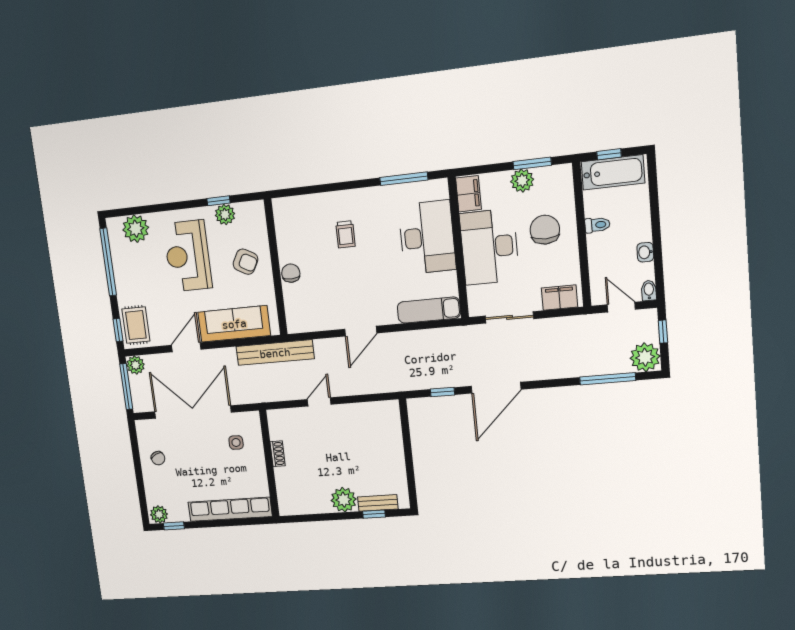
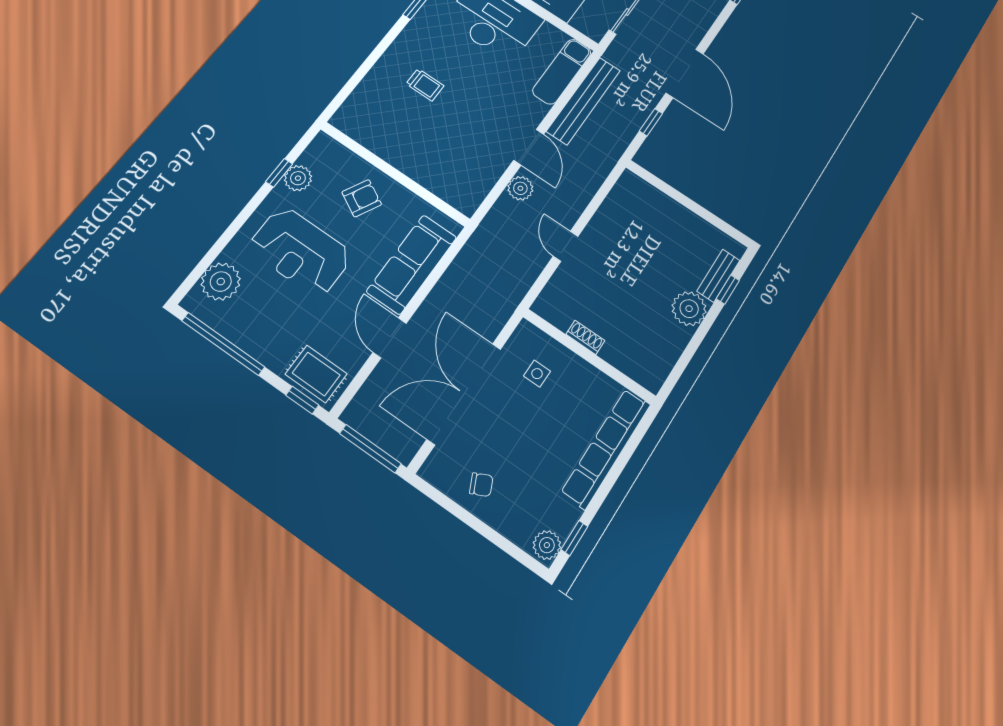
chair: (291, 273) -> (414, 165), removed
bench: (275, 353) -> (584, 101), moved
plant: (136, 365) -> (520, 188), moved

